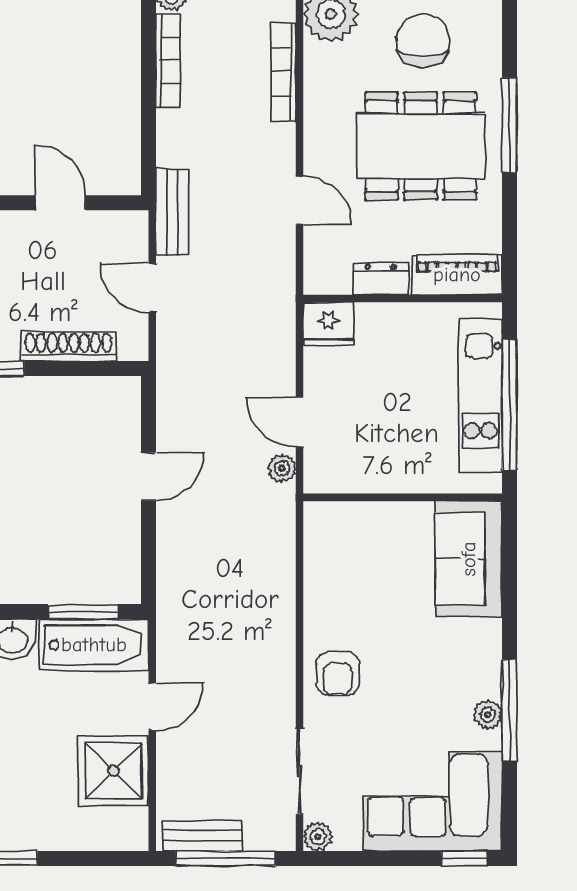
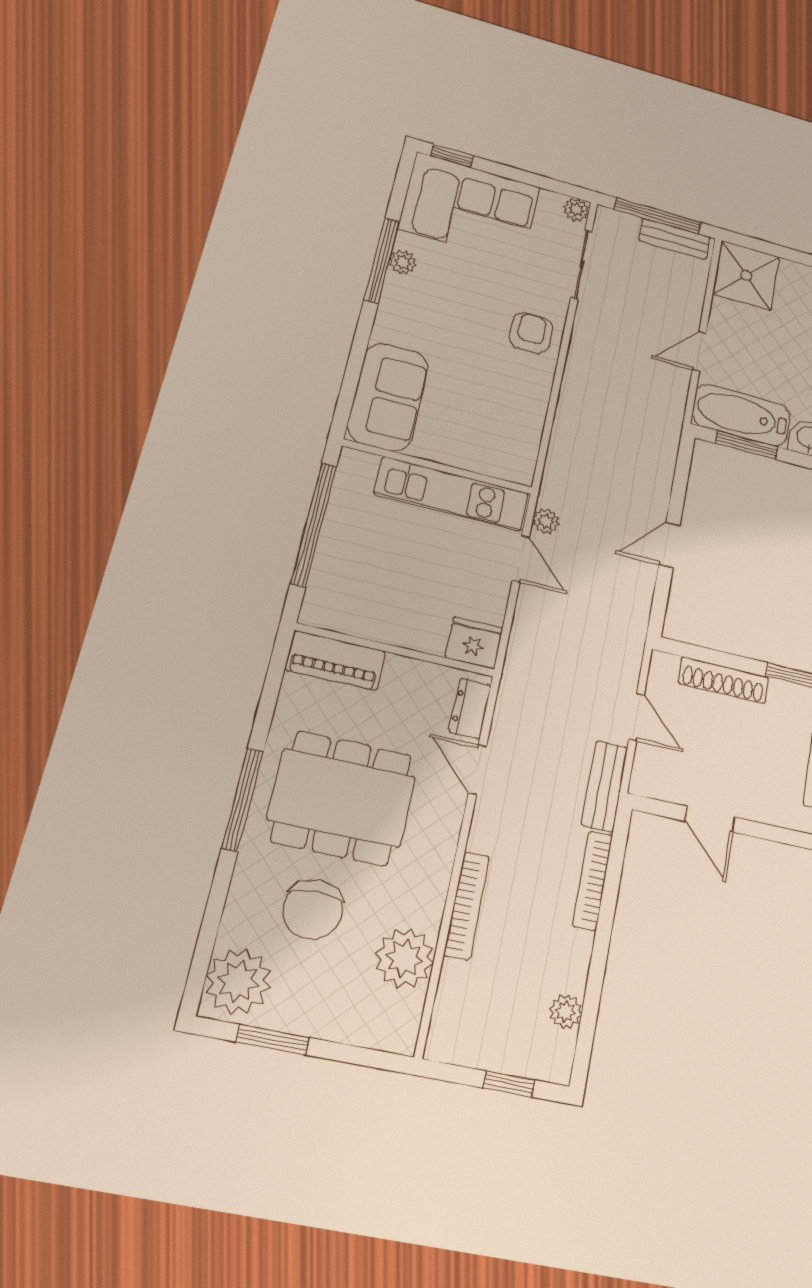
bookcase: (168, 60) -> (593, 880), moved
dresser: (381, 279) -> (470, 708), moved, turned 90
kitchen unit: (480, 395) -> (452, 494), moved, turned 90
shower: (113, 771) -> (746, 275), moved

